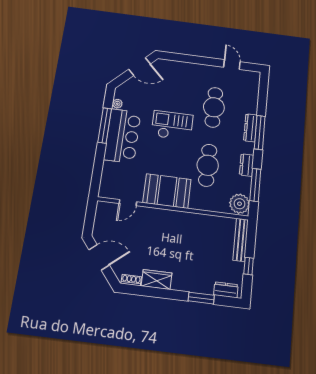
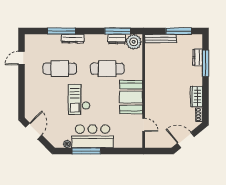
window: (260, 132) -> (61, 31), moved
dresser: (247, 165) -> (117, 39), moved
door: (99, 257) -> (186, 140), hinge flipped
window: (249, 266) -> (179, 31), width x2.17
dresser: (226, 290) -> (198, 57), moved
window: (201, 298) -> (206, 63), width x1.44

